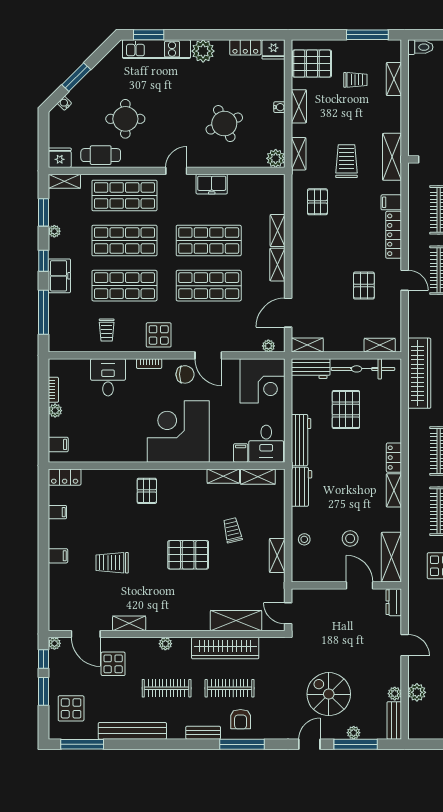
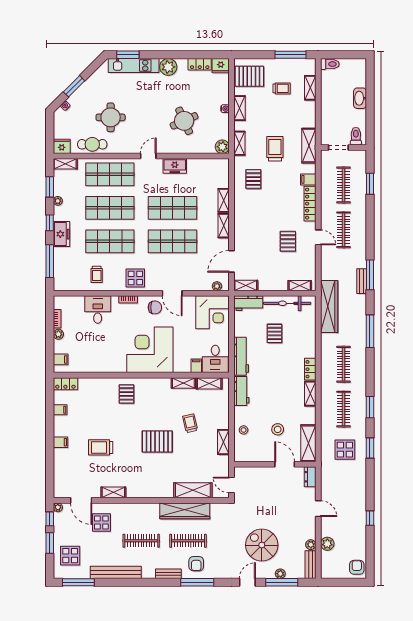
pallet: (346, 410) -> (275, 333), width x0.67, depth x0.71
plant: (165, 644) -> (140, 508), removed

